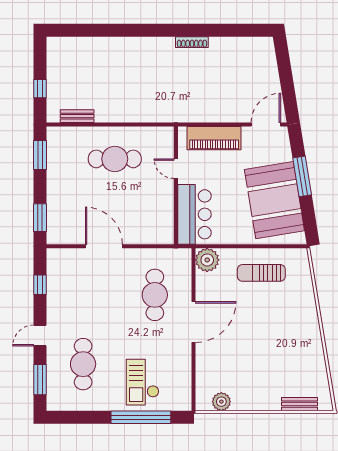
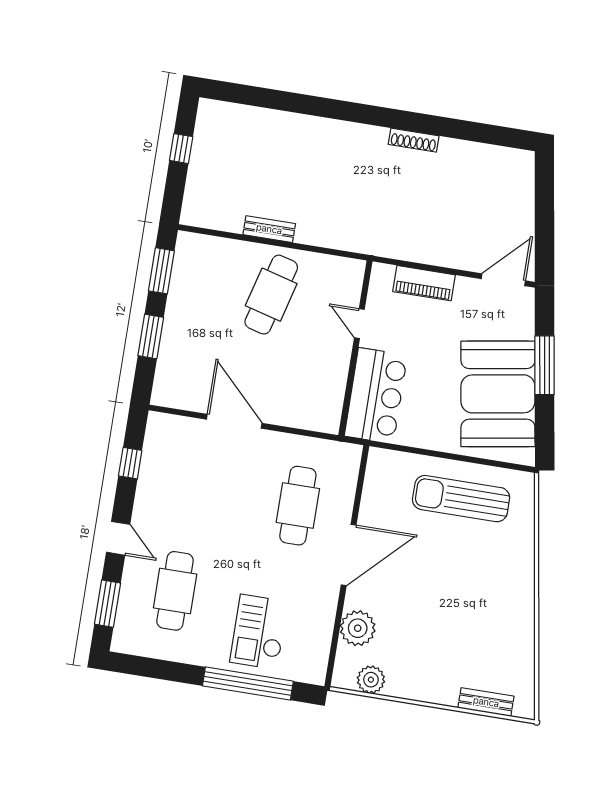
window: (40, 89) -> (181, 149), moved
bench: (77, 116) -> (269, 229), moved
piano: (214, 138) -> (424, 283), width x0.73, depth x0.75
cafe table: (115, 159) -> (271, 295), turned -75
window: (40, 218) -> (151, 336), moved
plant: (207, 260) -> (358, 628), moved
sun lounger: (261, 273) -> (461, 499), width x1.36, depth x1.34
door: (40, 336) -> (118, 538), swing flipped

